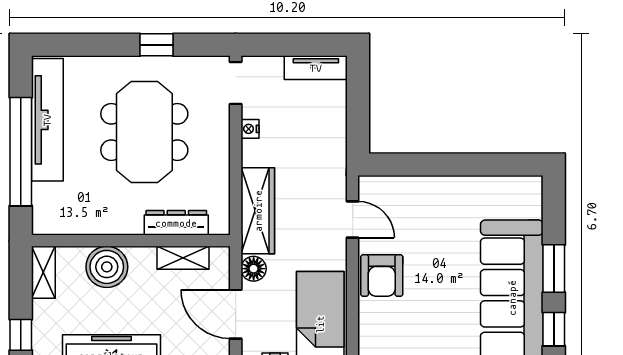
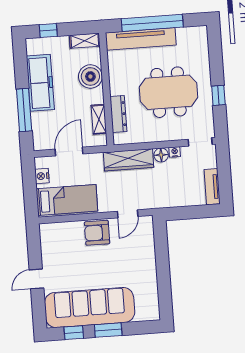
tv unit: (47, 120) -> (141, 39), moved
floor lamp: (254, 269) -> (161, 155), moved

